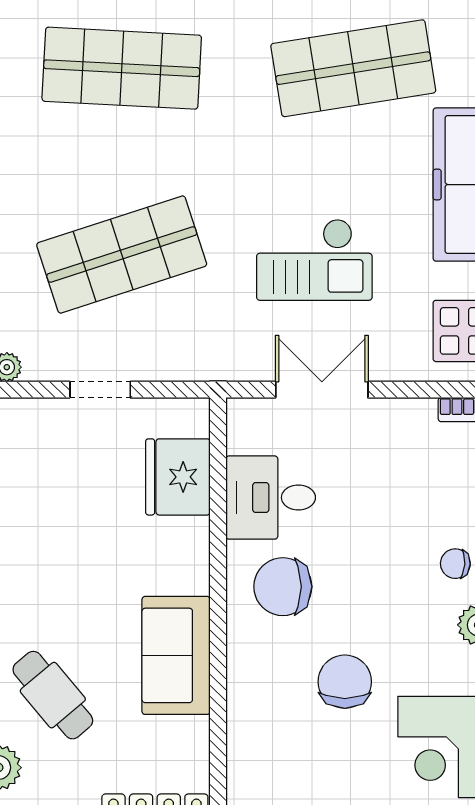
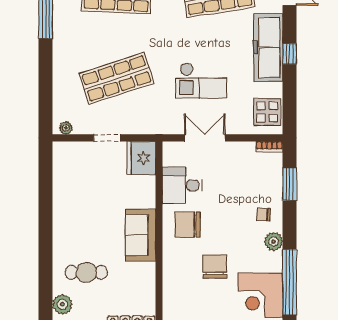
fridge: (178, 477) -> (141, 158), moved
sofa: (176, 655) -> (141, 235), moved
cafe table: (53, 695) -> (86, 272), turned -50

